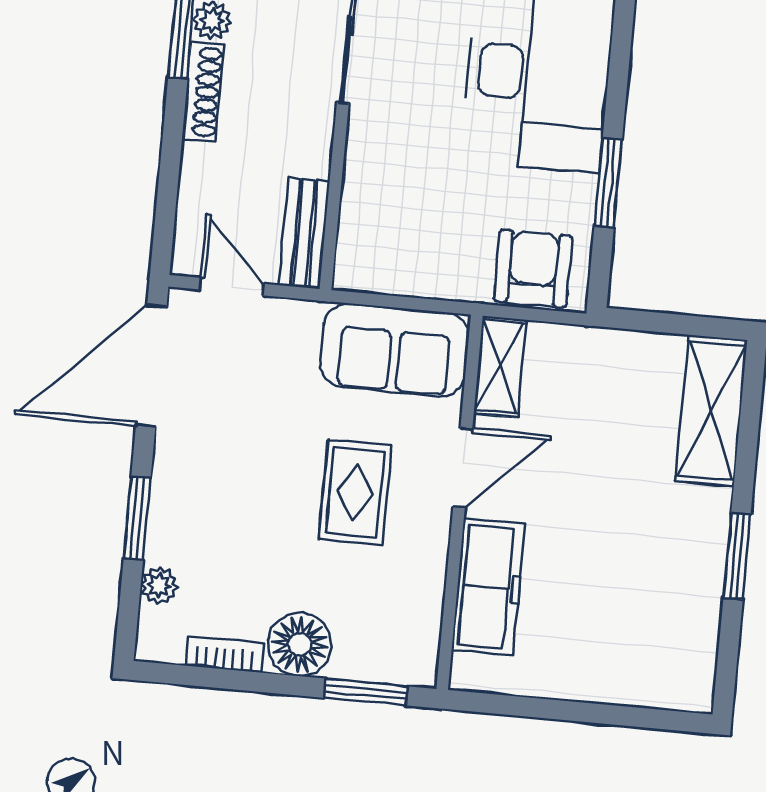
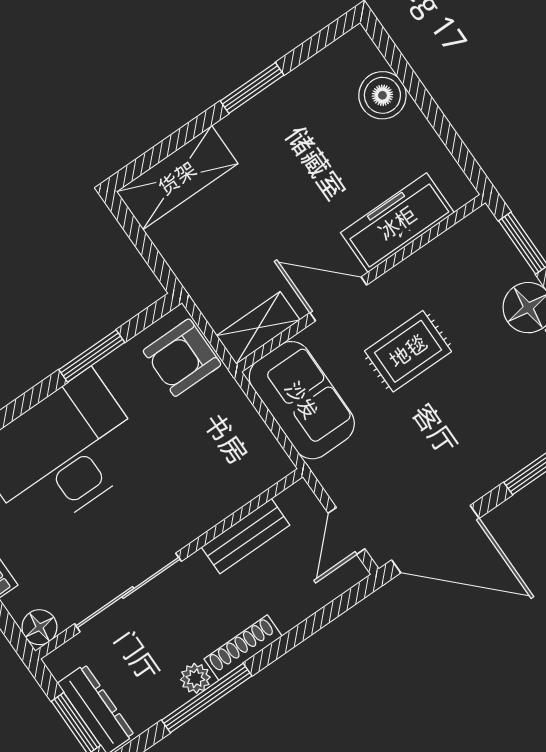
bench: (304, 233) -> (246, 536), moved
boiler: (624, 676) -> (382, 95), added

